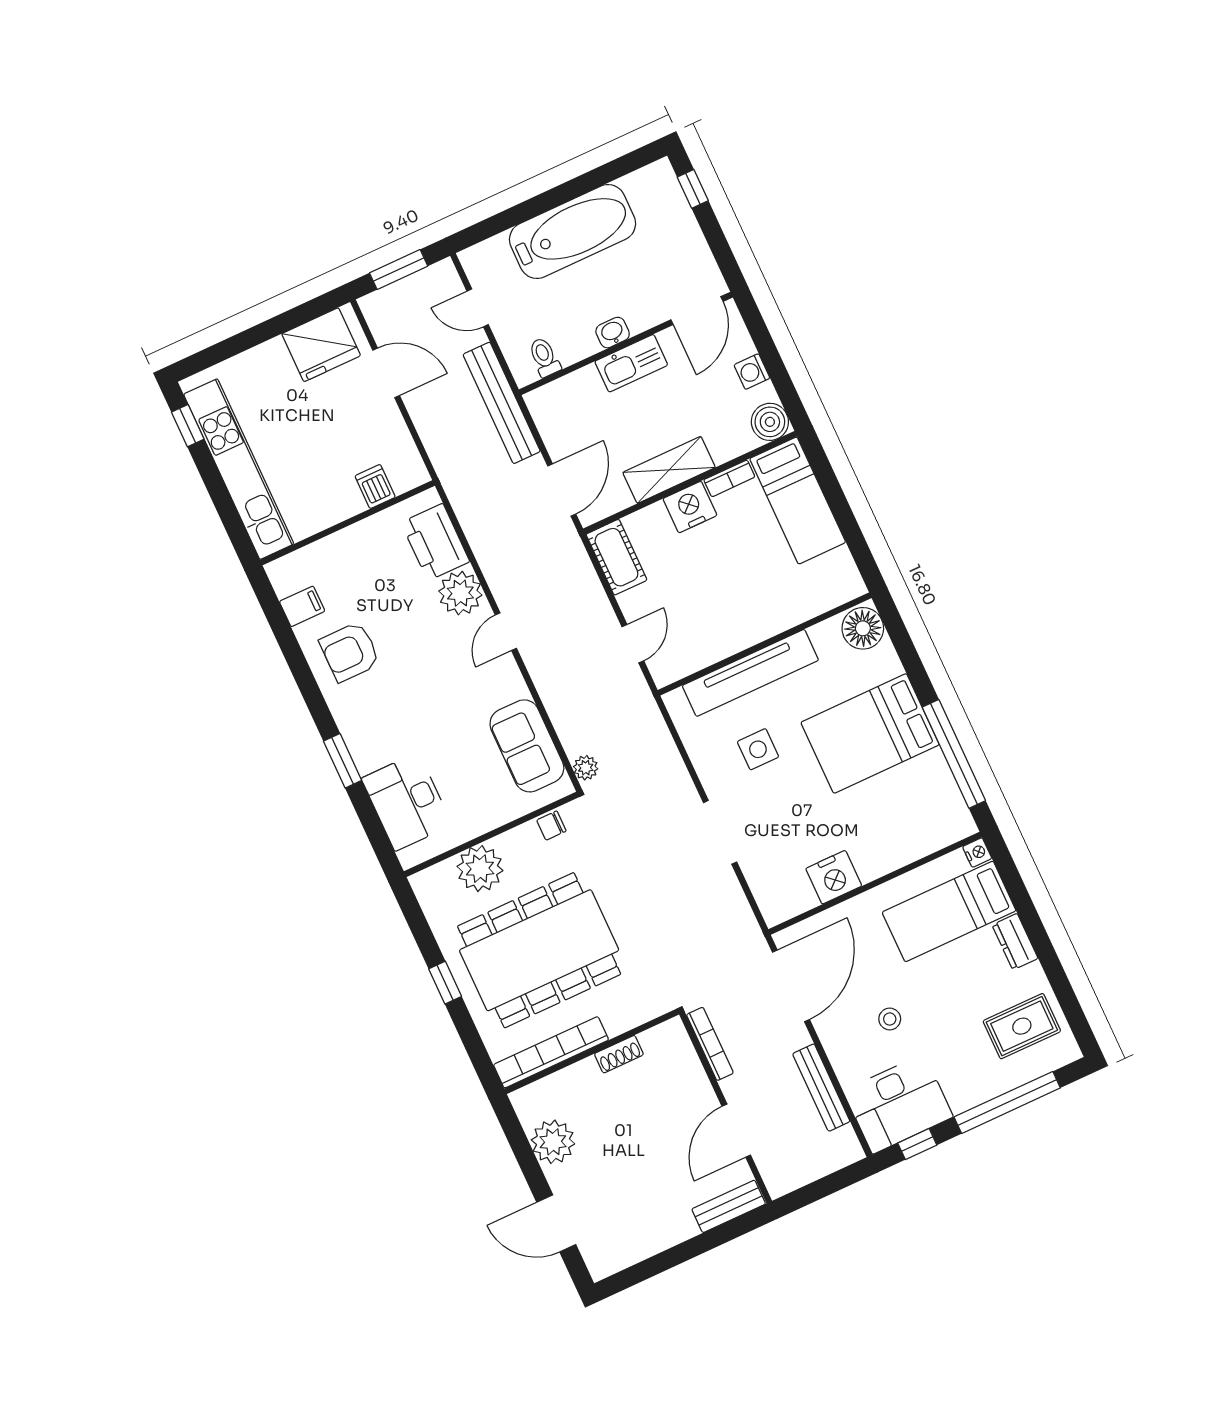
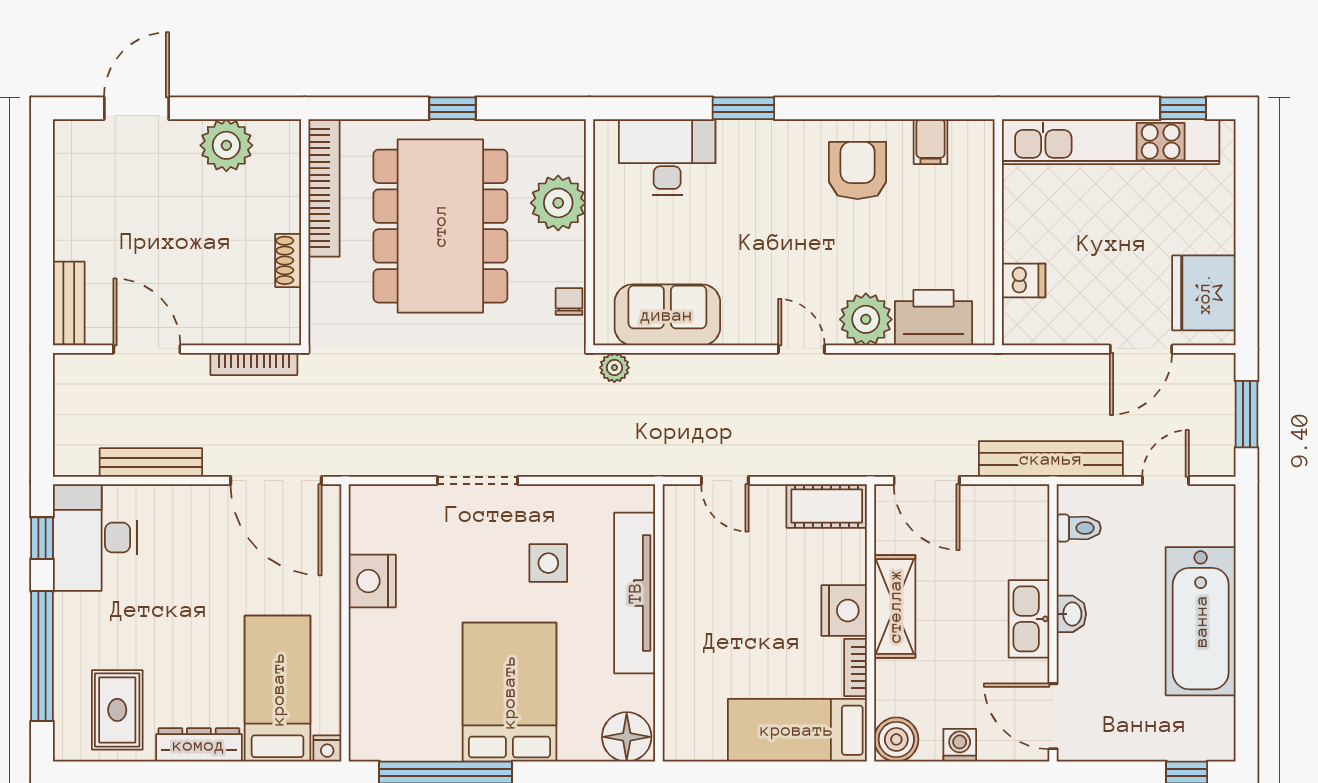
dresser: (1015, 942) -> (199, 745), width x1.44
stool: (890, 1019) -> (191, 571), removed

